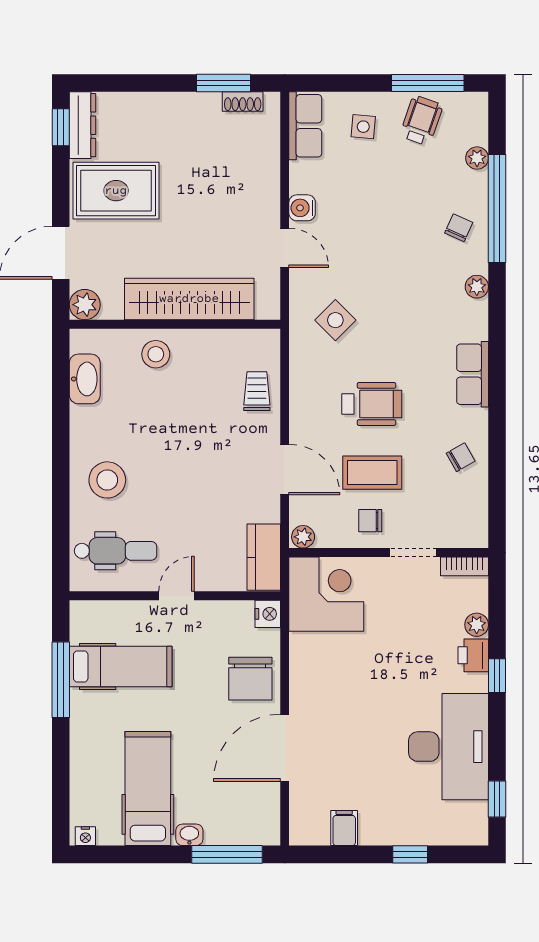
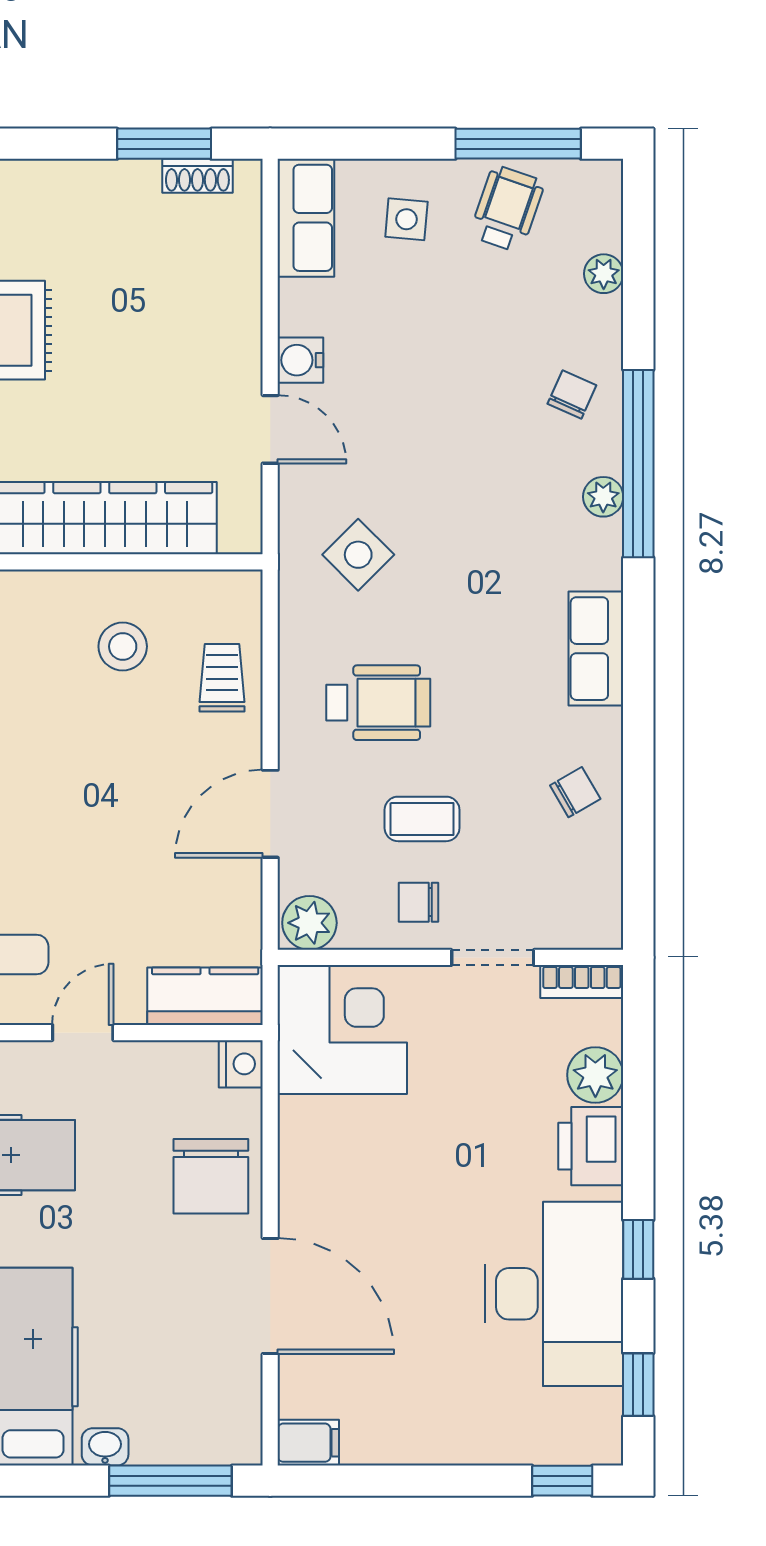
window: (497, 208) -> (638, 464), moved
stool: (156, 354) -> (123, 646), moved
wheelchair: (372, 404) -> (378, 703), moved
door: (285, 470) -> (270, 814), swing flipped
coffee table: (372, 473) -> (422, 819), width x0.73, depth x0.77
plant: (303, 537) -> (309, 923), width x1.38, depth x1.38
kitchen counter: (264, 557) -> (205, 996), moved, turned 90
plant: (477, 625) -> (595, 1075), width x1.38, depth x1.38
printer: (473, 655) -> (591, 1146), width x1.36, depth x1.24
window: (497, 676) -> (638, 1249), moved
door: (285, 748) -> (270, 1296), swing flipped
filing cabinet: (344, 828) -> (308, 1443), moved, turned 90
window: (410, 854) -> (562, 1481), moved

